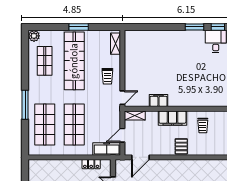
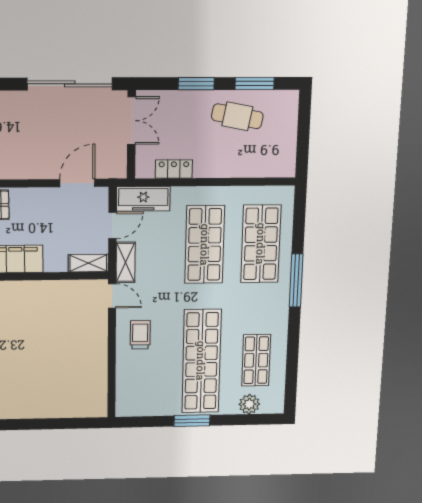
plant: (34, 36) -> (249, 404), moved
shelving: (115, 44) -> (126, 262), moved
door: (122, 98) -> (112, 296), swing flipped
filing cabinet: (158, 101) -> (43, 292), removed

